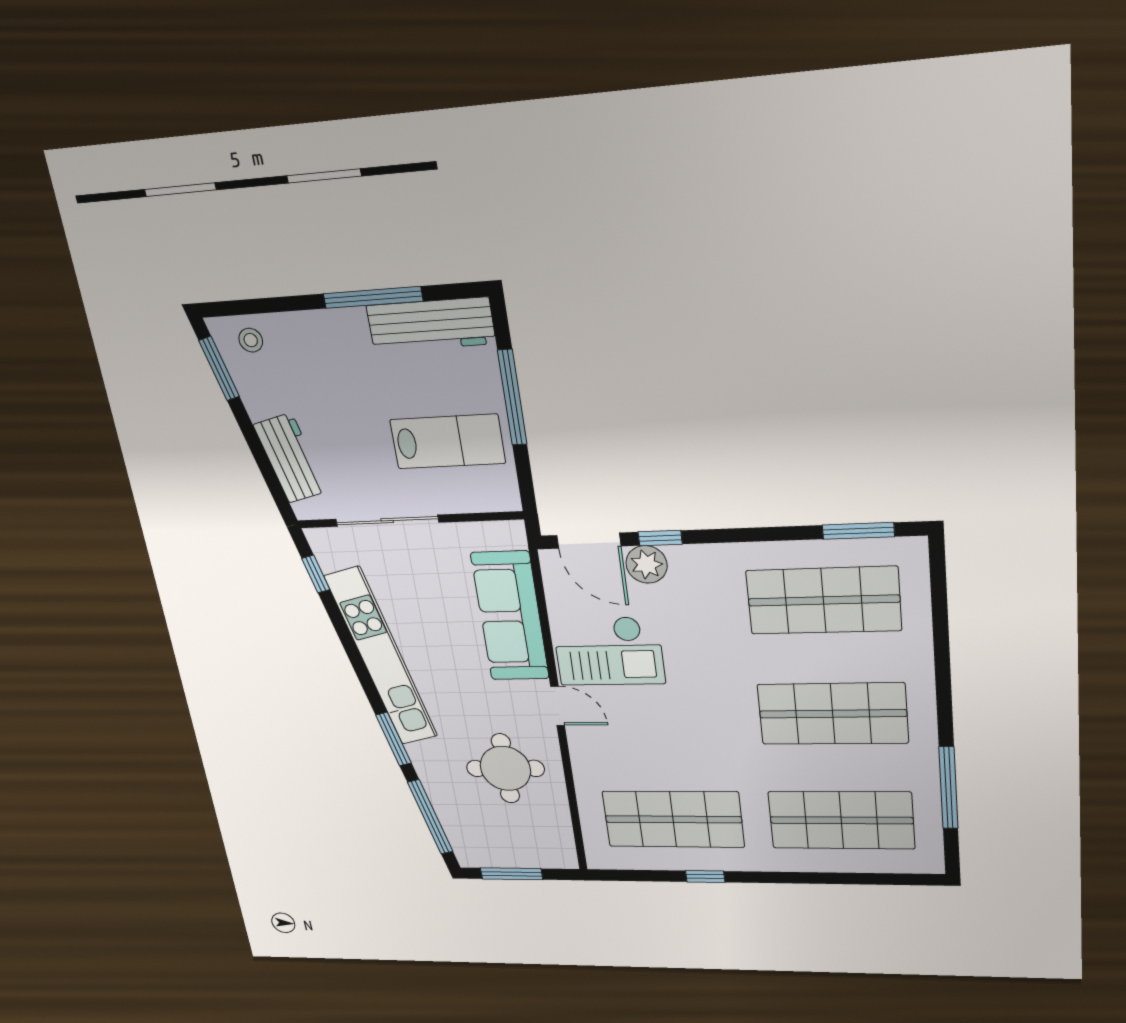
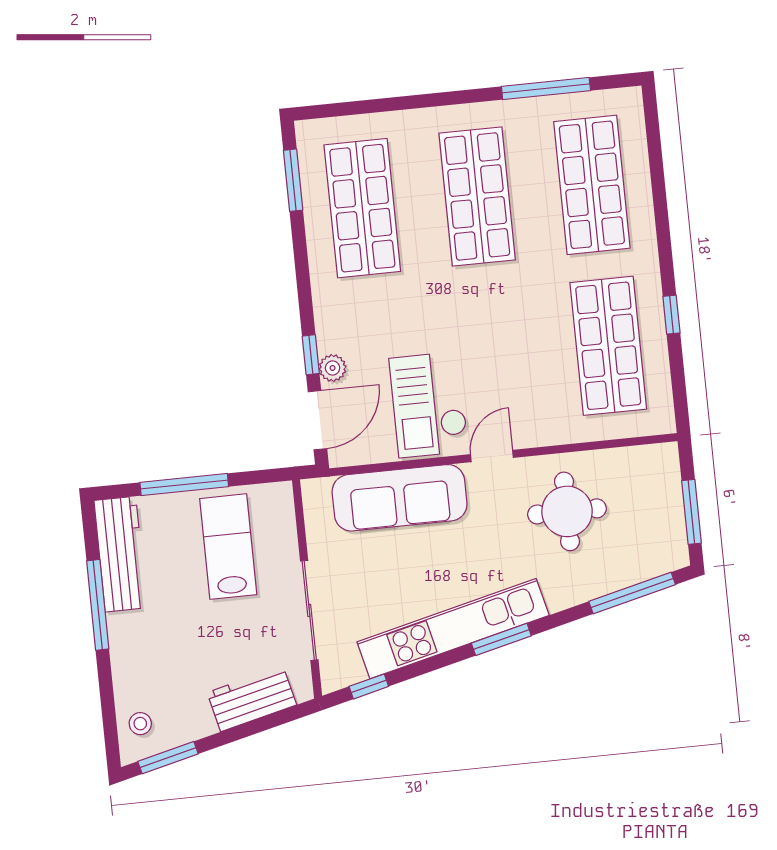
plant: (647, 564) -> (333, 368), width x0.73, depth x0.73
checkout: (609, 651) -> (429, 405), turned 180
window: (394, 739) -> (501, 639), moved

